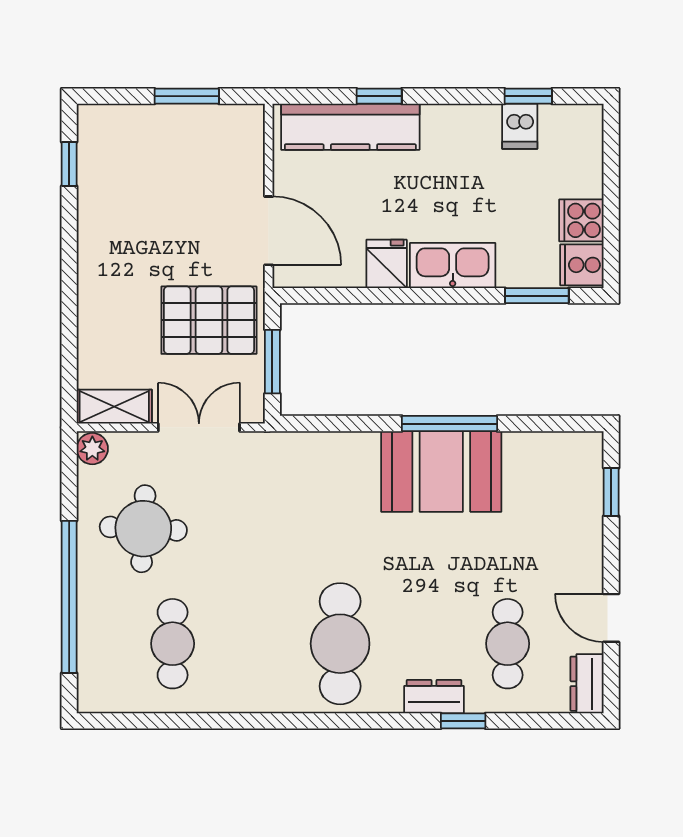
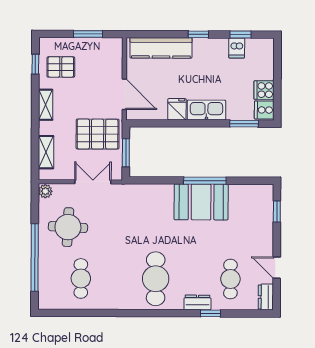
window: (379, 96) -> (198, 34), moved
pallet: (126, 170) -> (61, 67), added
shelving: (92, 255) -> (46, 105), added
shelving: (114, 407) -> (46, 152), moved, turned 90

